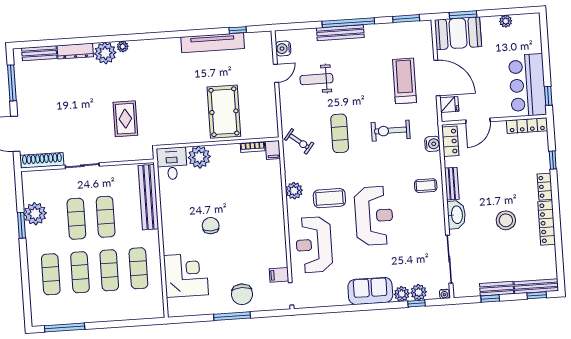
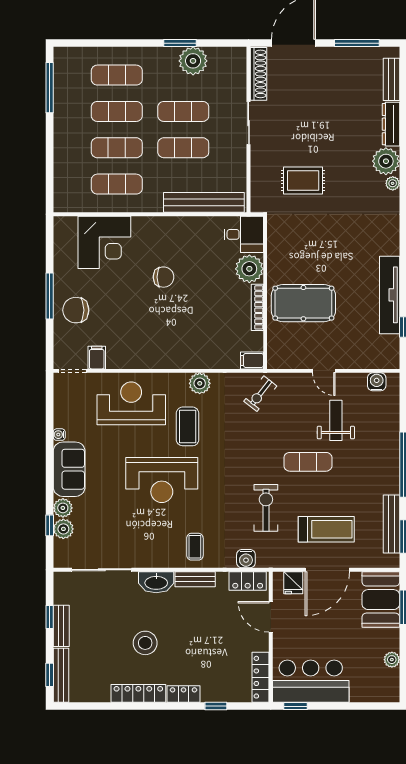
bench: (340, 33) -> (391, 524), moved
door: (276, 73) -> (324, 371), moved
exercise mat: (340, 133) -> (308, 462), moved
bookcase: (253, 147) -> (257, 307), moved, width x1.56
water cooler: (444, 294) -> (59, 435), moved

